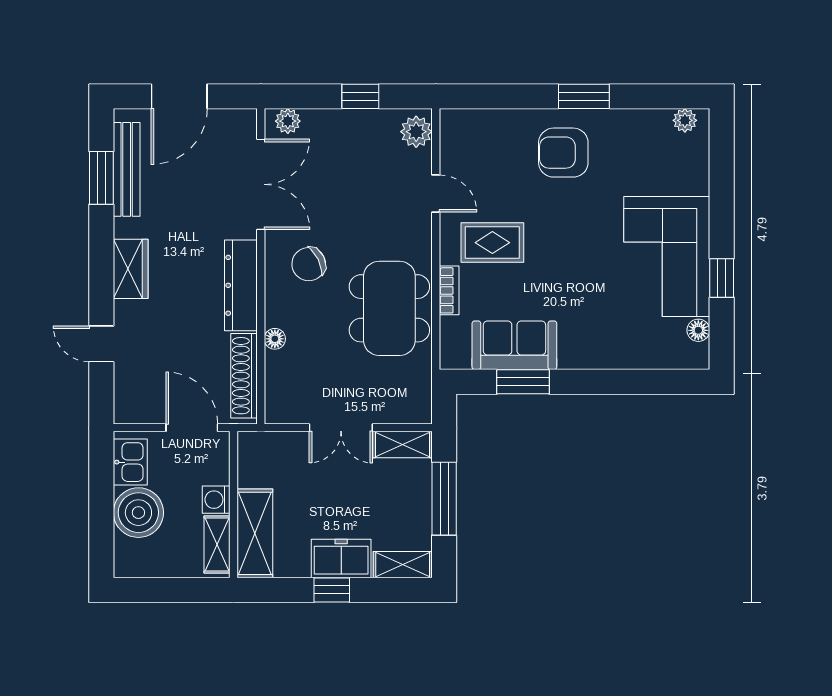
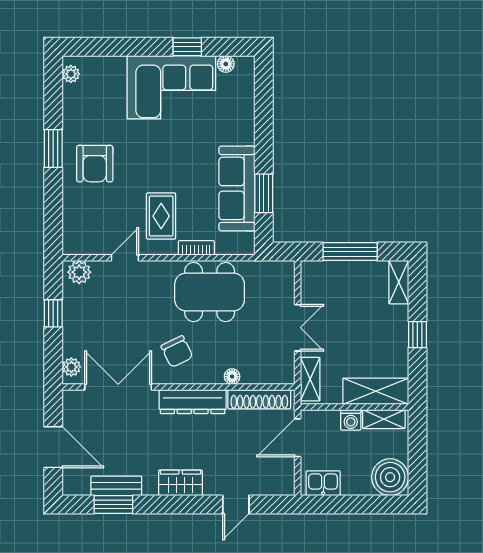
bench: (127, 169) -> (116, 486), width x0.73
sofa: (514, 345) -> (237, 188), width x1.36
shelving: (402, 445) -> (310, 379), moved
boiler: (138, 513) -> (390, 477), moved
freezer: (341, 559) -> (394, 328), removed

